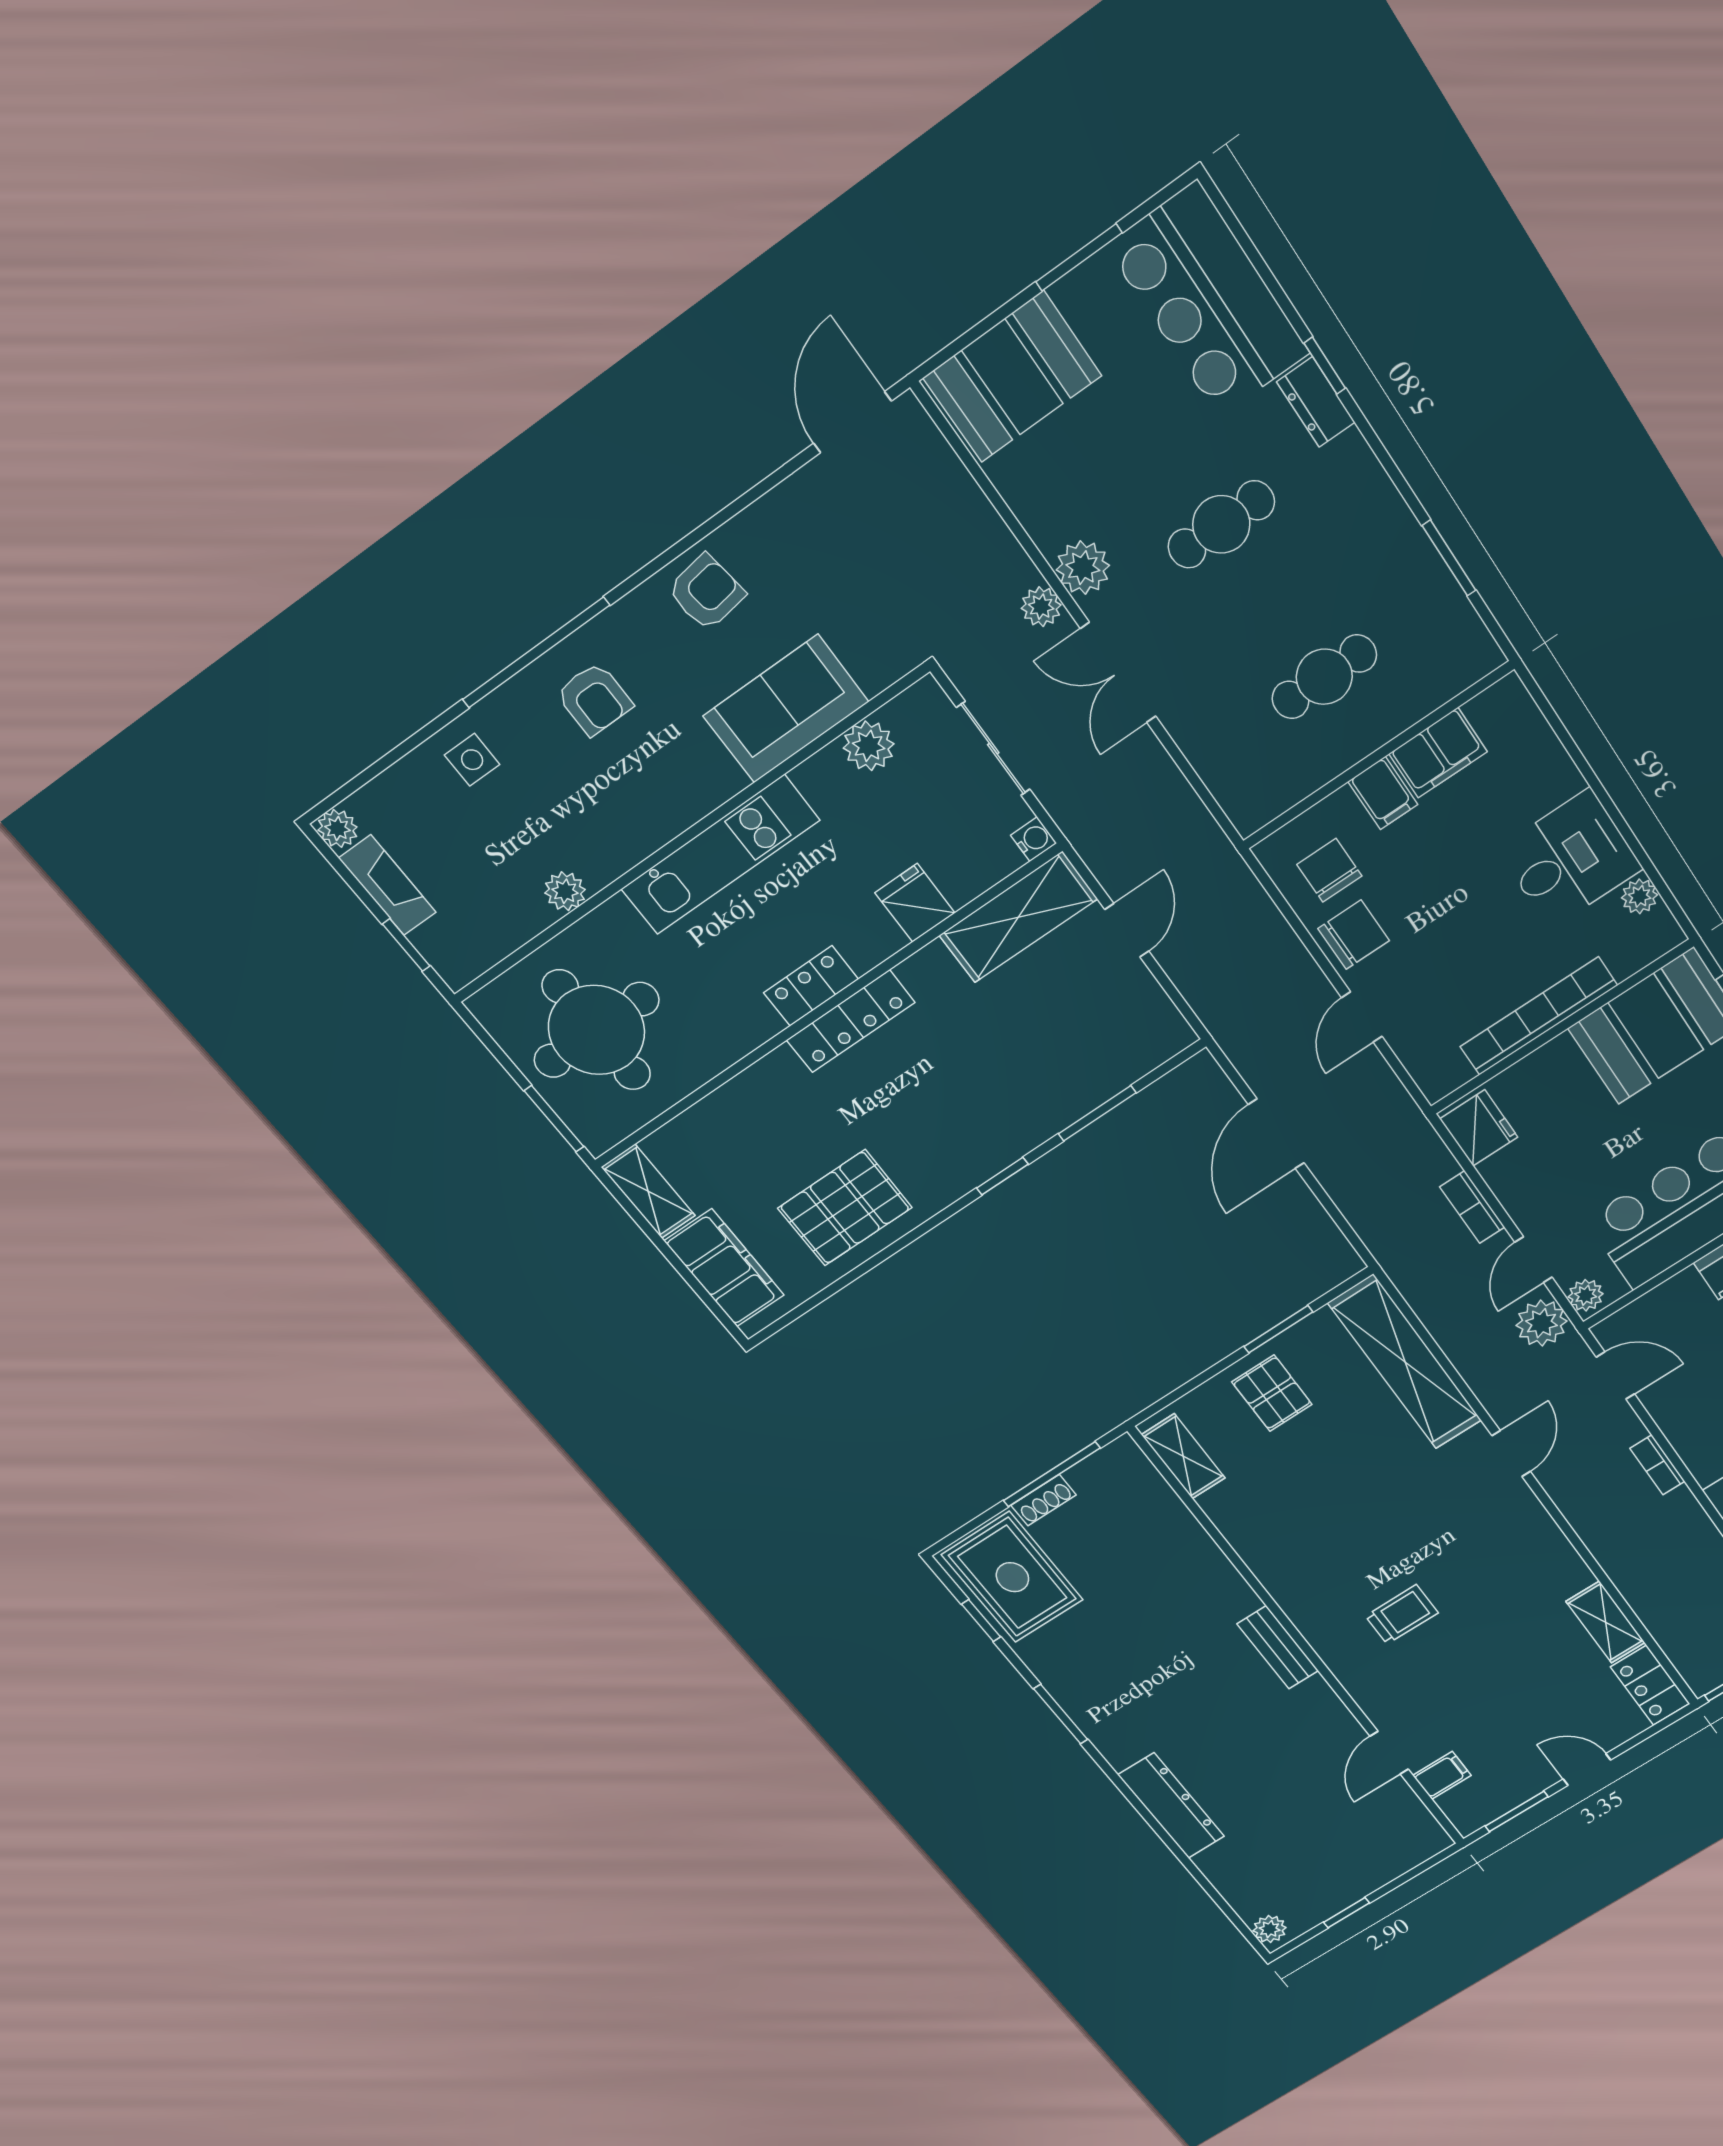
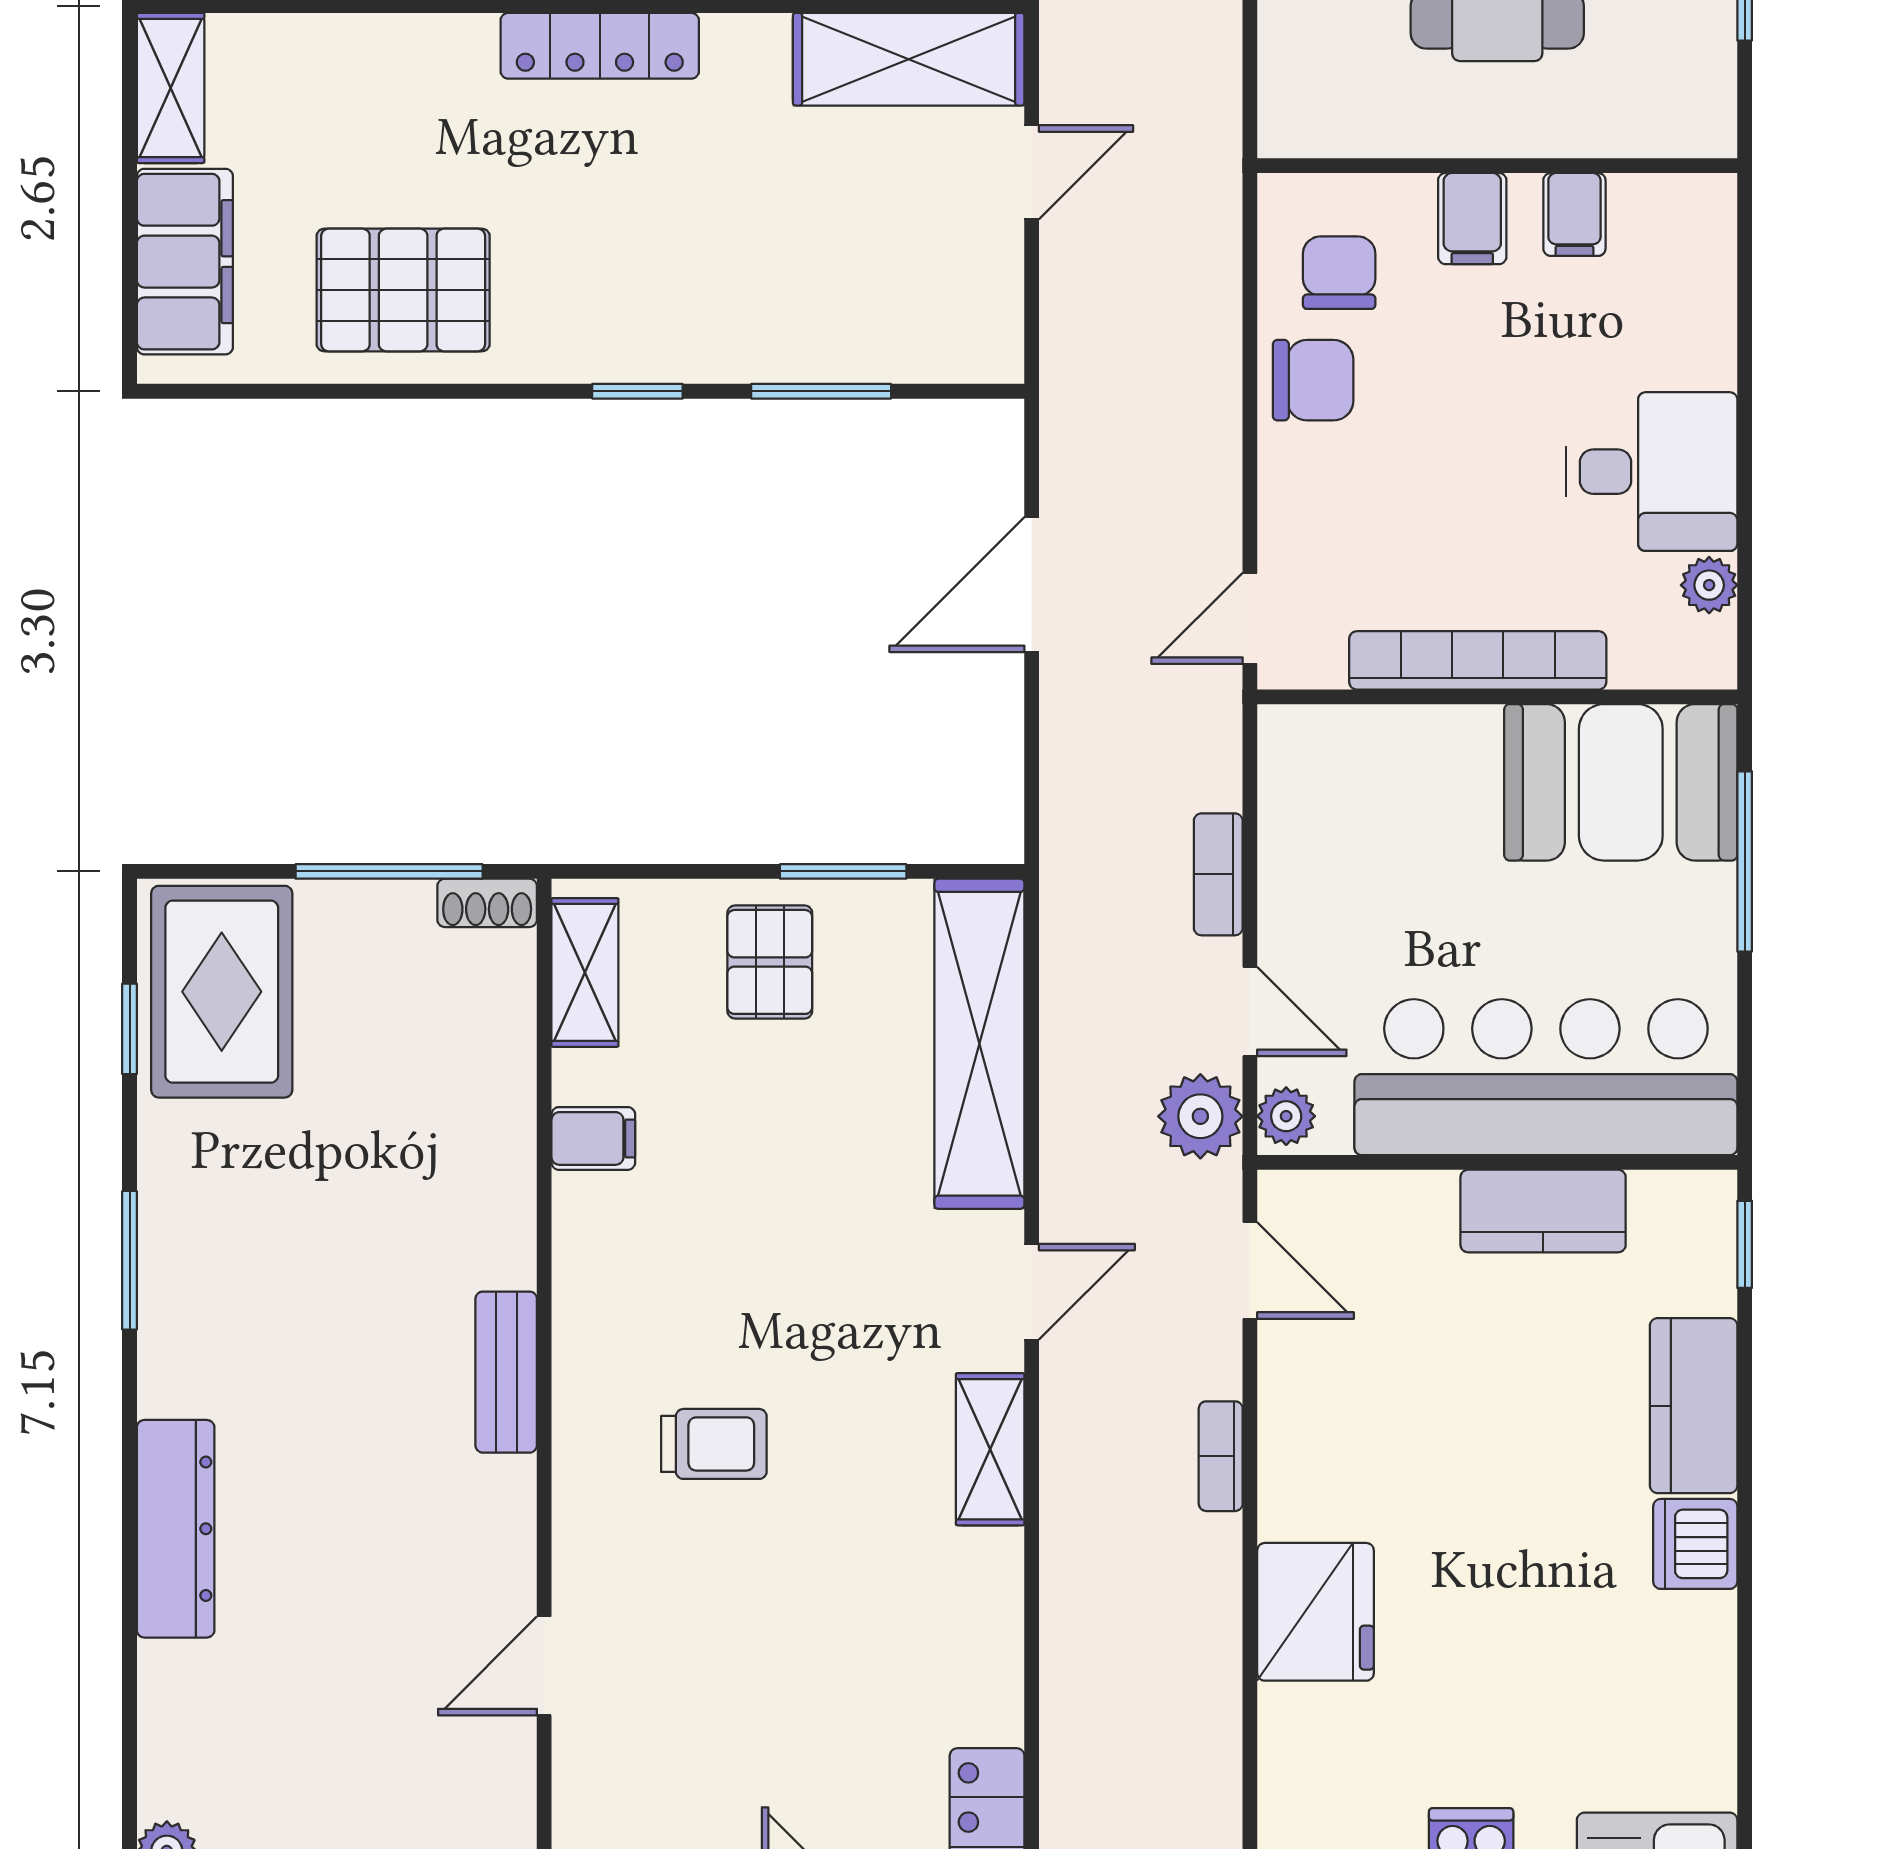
filing cabinet: (1438, 753) -> (1574, 214), width x0.50
door: (1362, 1017) -> (1250, 618), moved
fridge: (1479, 1128) -> (1300, 765), removed
door: (1533, 1260) -> (1250, 1011), swing flipped
shoe rack: (1044, 1500) -> (487, 903), moved
shelving: (1605, 1622) -> (990, 1449), moved
filing cabinet: (1442, 1775) -> (593, 1138), moved

